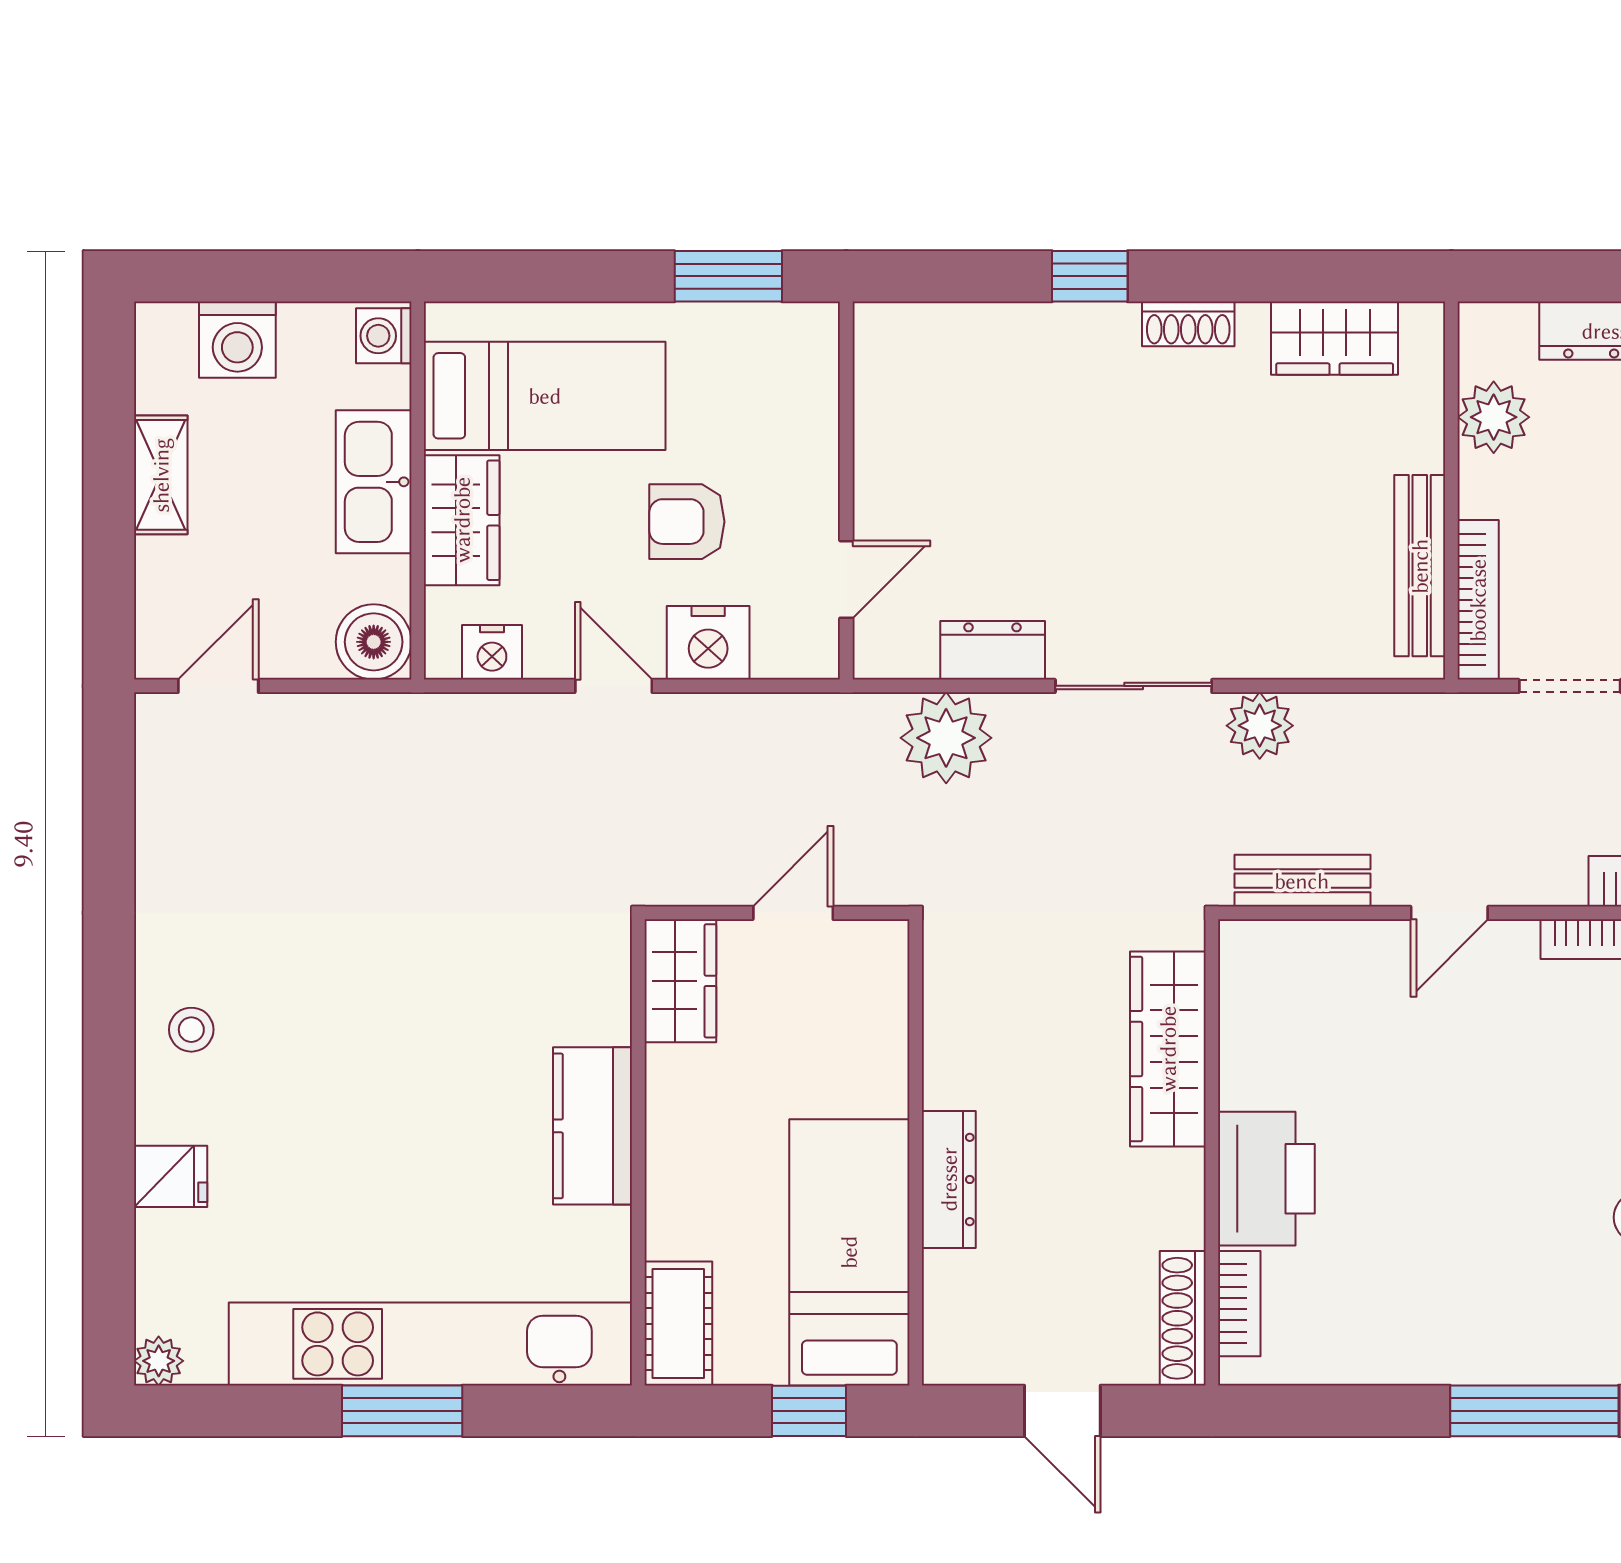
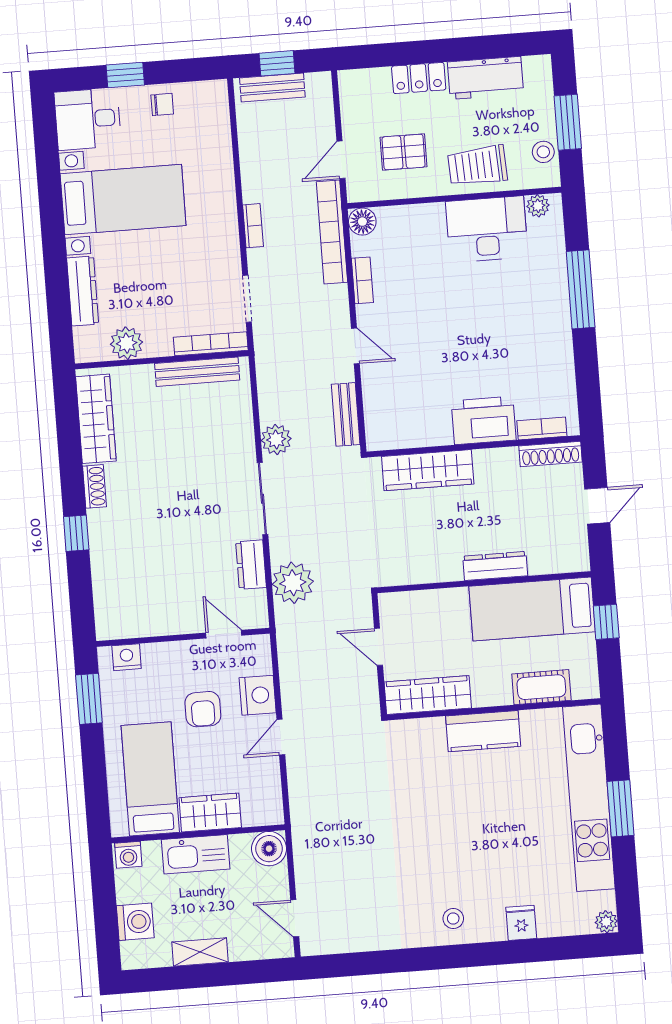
wardrobe: (1335, 338) -> (96, 419), width x1.50
nightstand: (492, 652) -> (127, 657), moved, turned -90
wardrobe: (680, 981) -> (428, 695), width x1.50
cot: (678, 1324) -> (541, 687), moved

